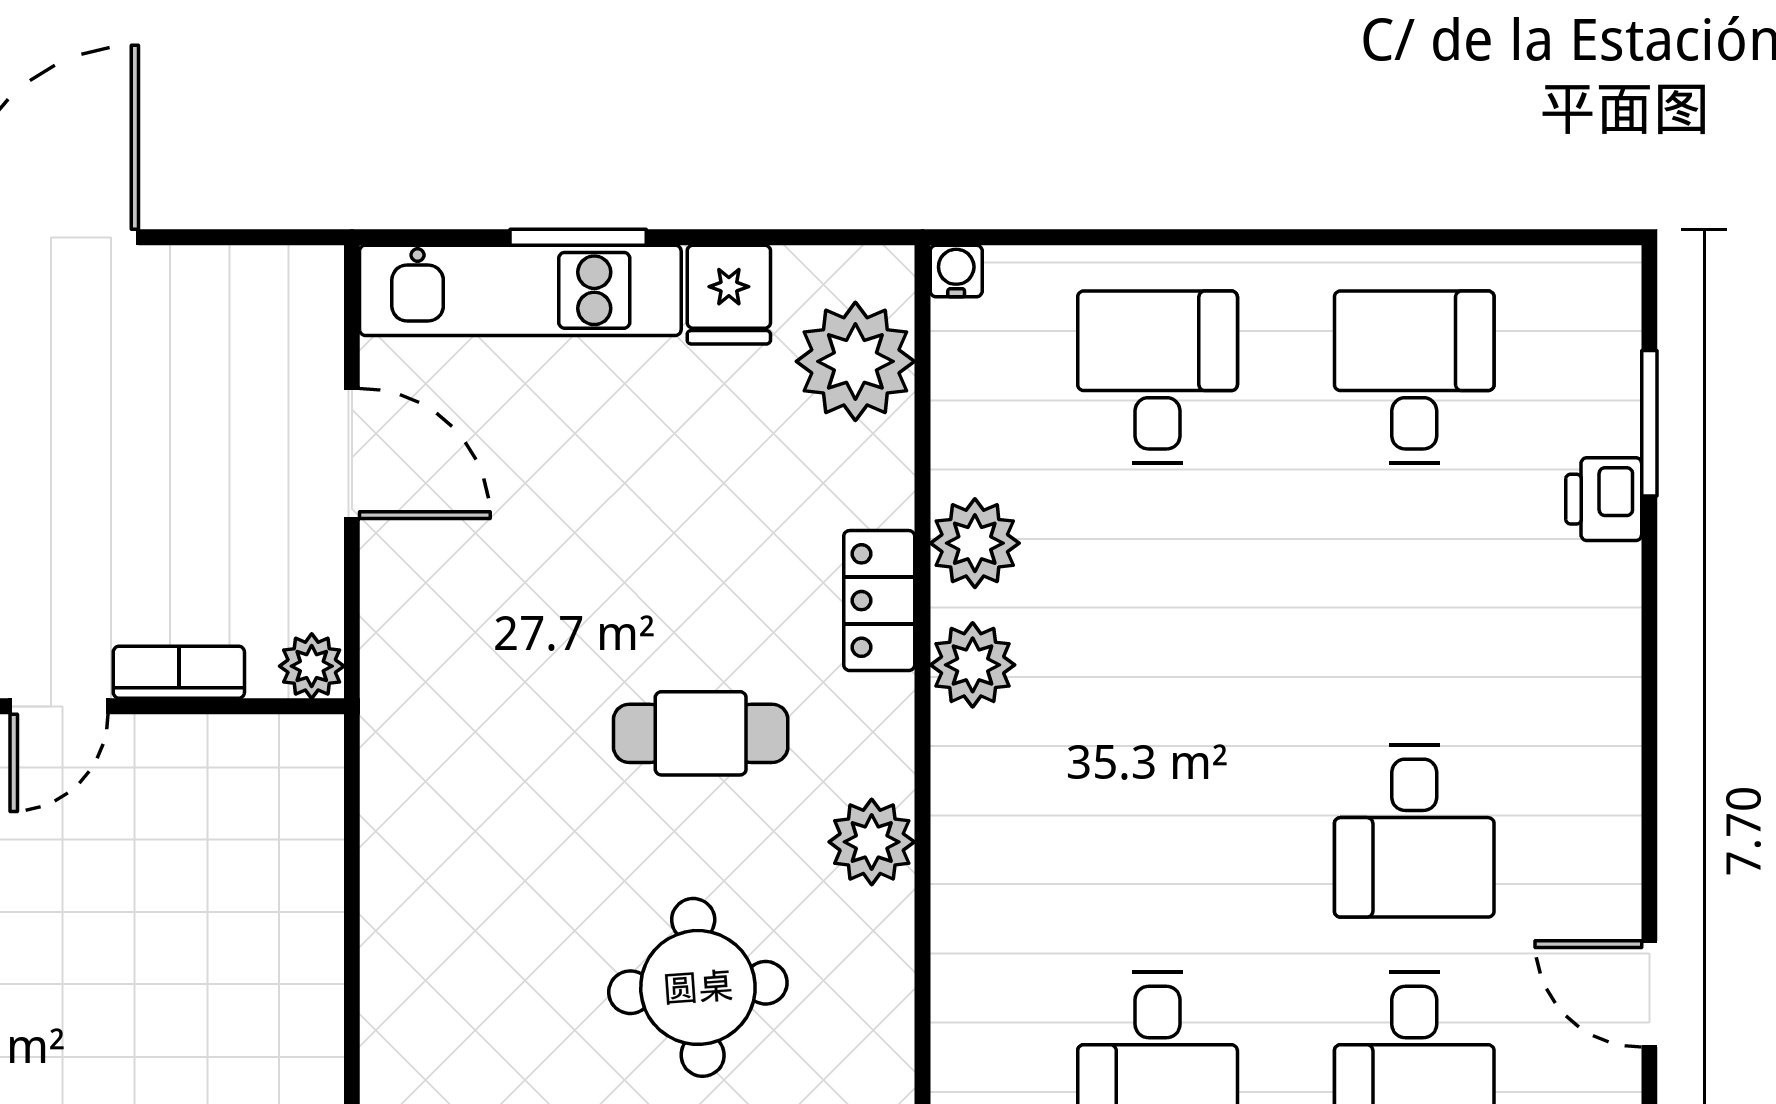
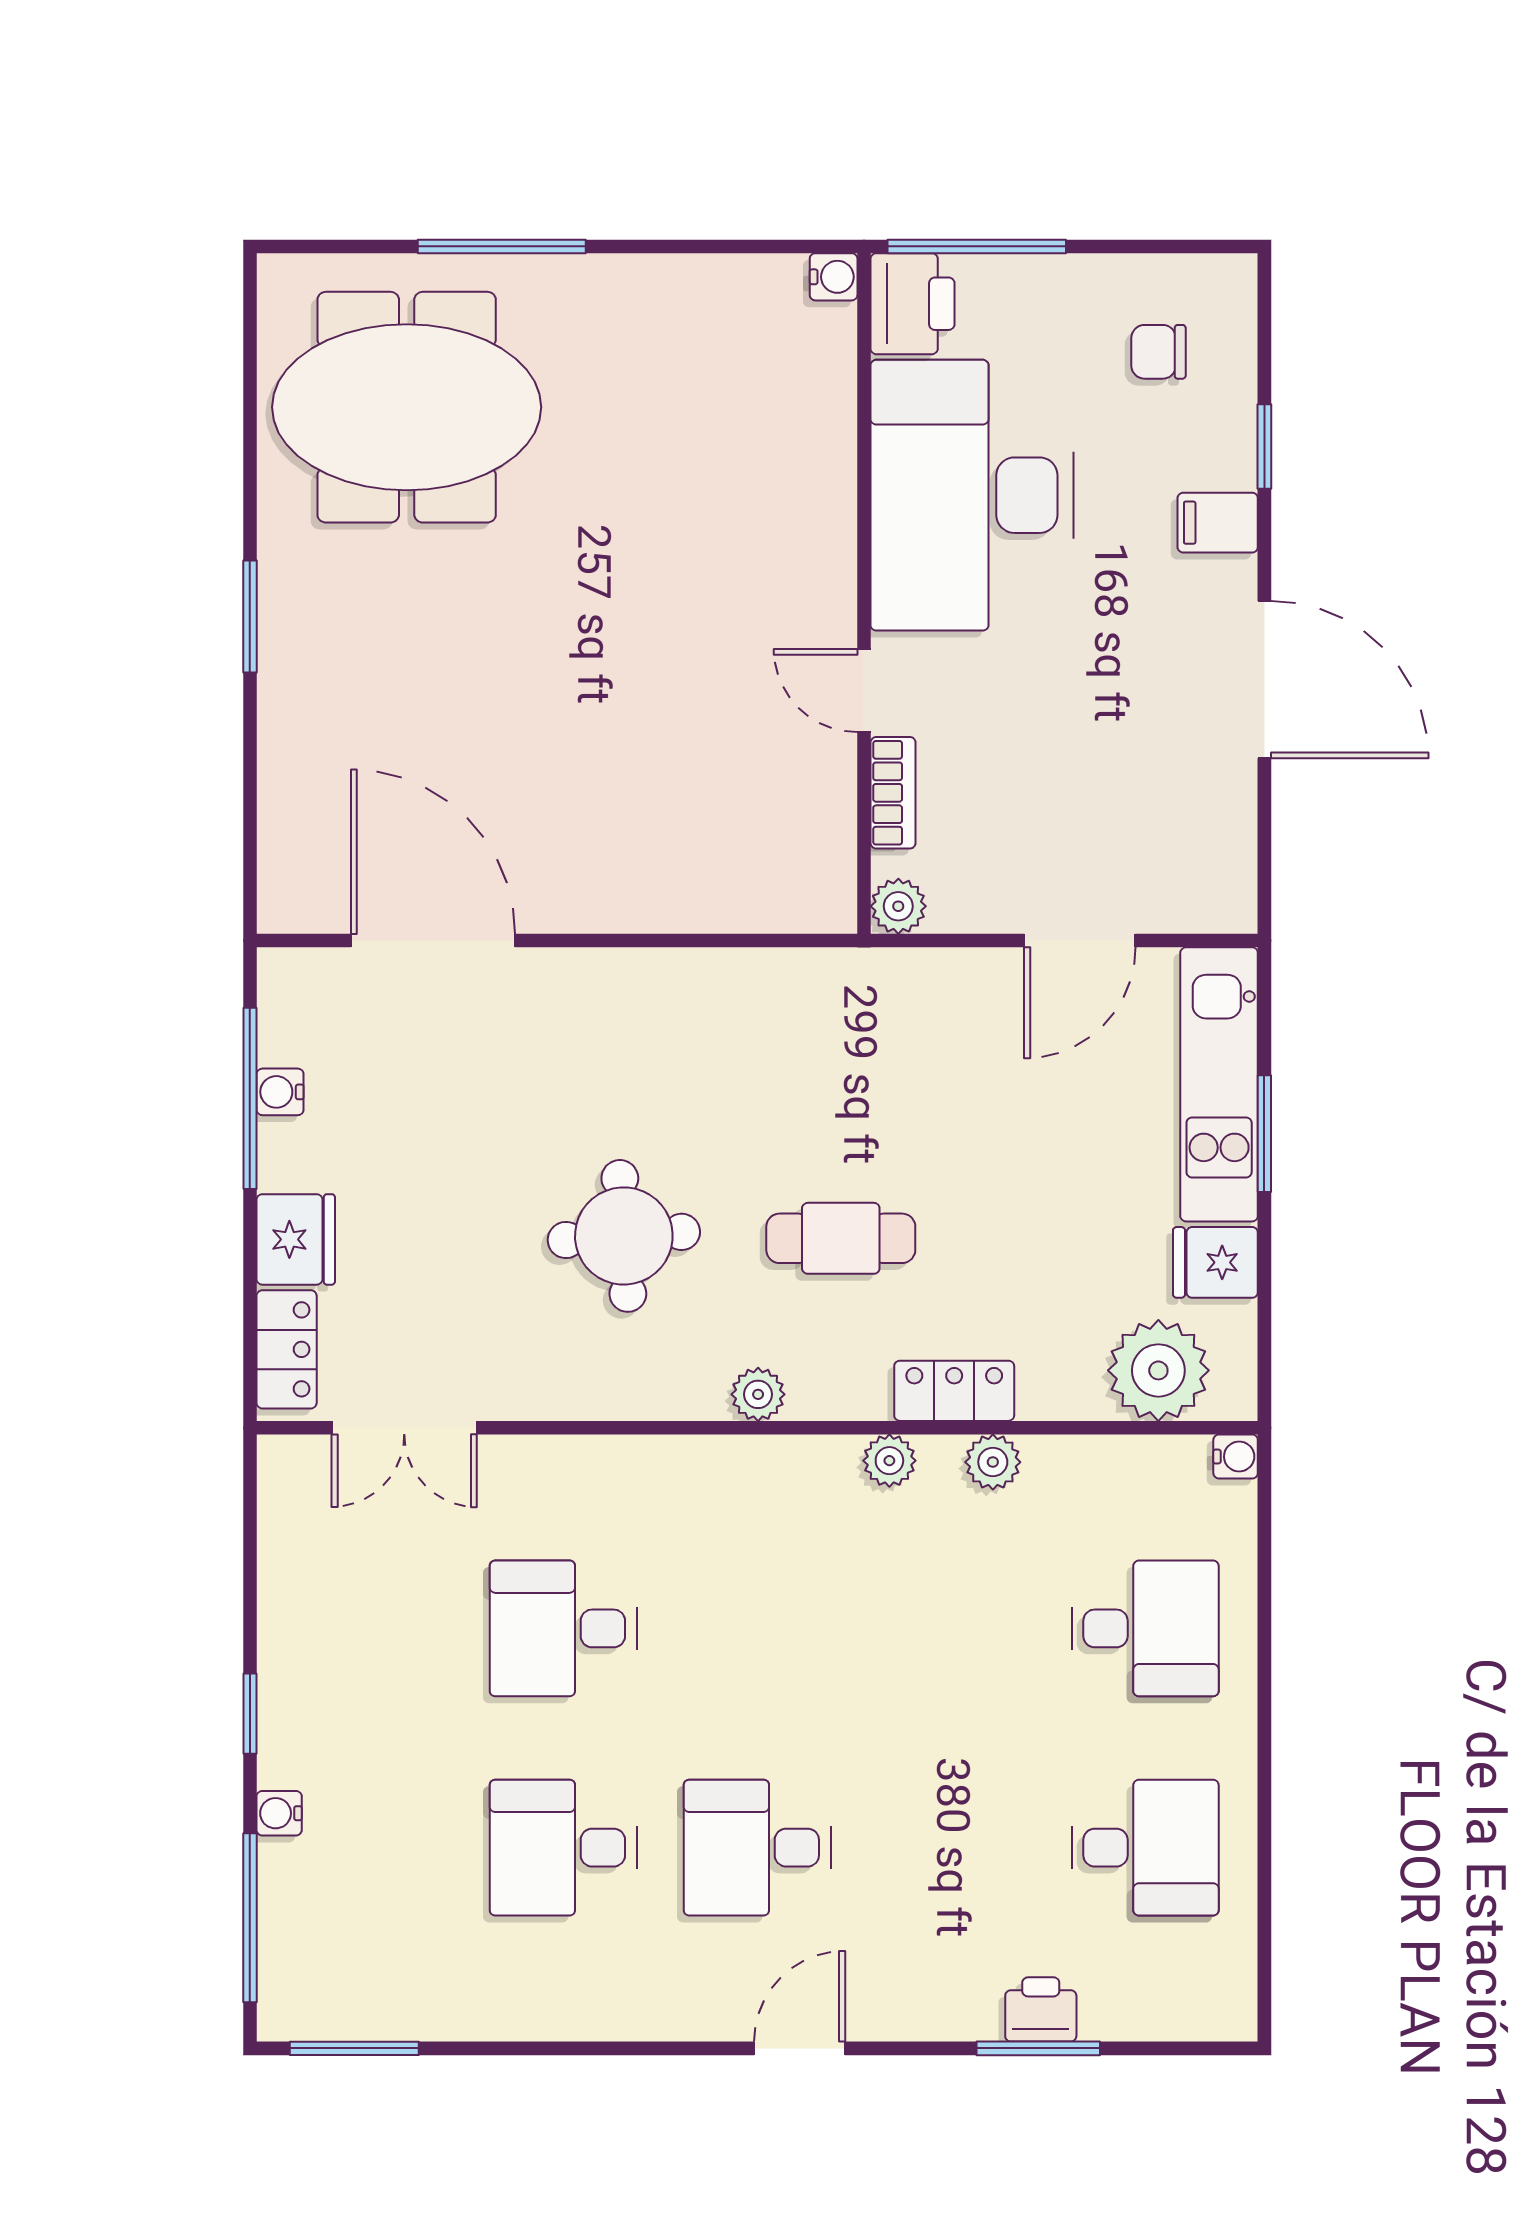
window: (1649, 423) -> (1038, 2048), moved
plant: (975, 543) -> (993, 1462), width x0.73, depth x0.73
plant: (973, 665) -> (889, 1461), width x0.73, depth x0.73
cafe table: (701, 733) -> (841, 1238), turned 90
plant: (872, 842) -> (758, 1394), width x0.73, depth x0.73
door: (1649, 994) -> (800, 2048), moved

